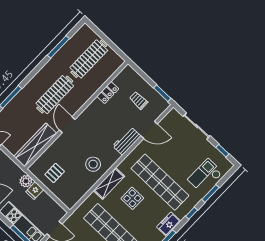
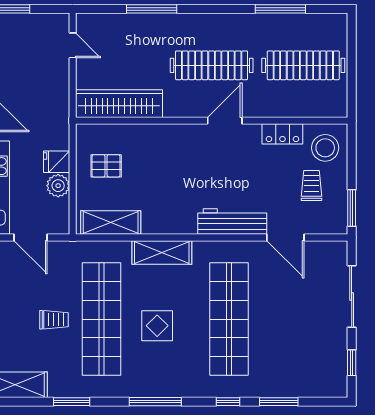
door: (67, 125) -> (225, 121), moved
workbench: (127, 141) -> (232, 222), width x1.37
stool: (93, 164) -> (325, 148), moved
checkout: (205, 176) -> (295, 372), removed
plant: (26, 181) -> (58, 186), moved
shelving: (78, 192) -> (111, 223), added
display table: (132, 198) -> (157, 326), moved
freezer: (169, 224) -> (184, 385), removed

